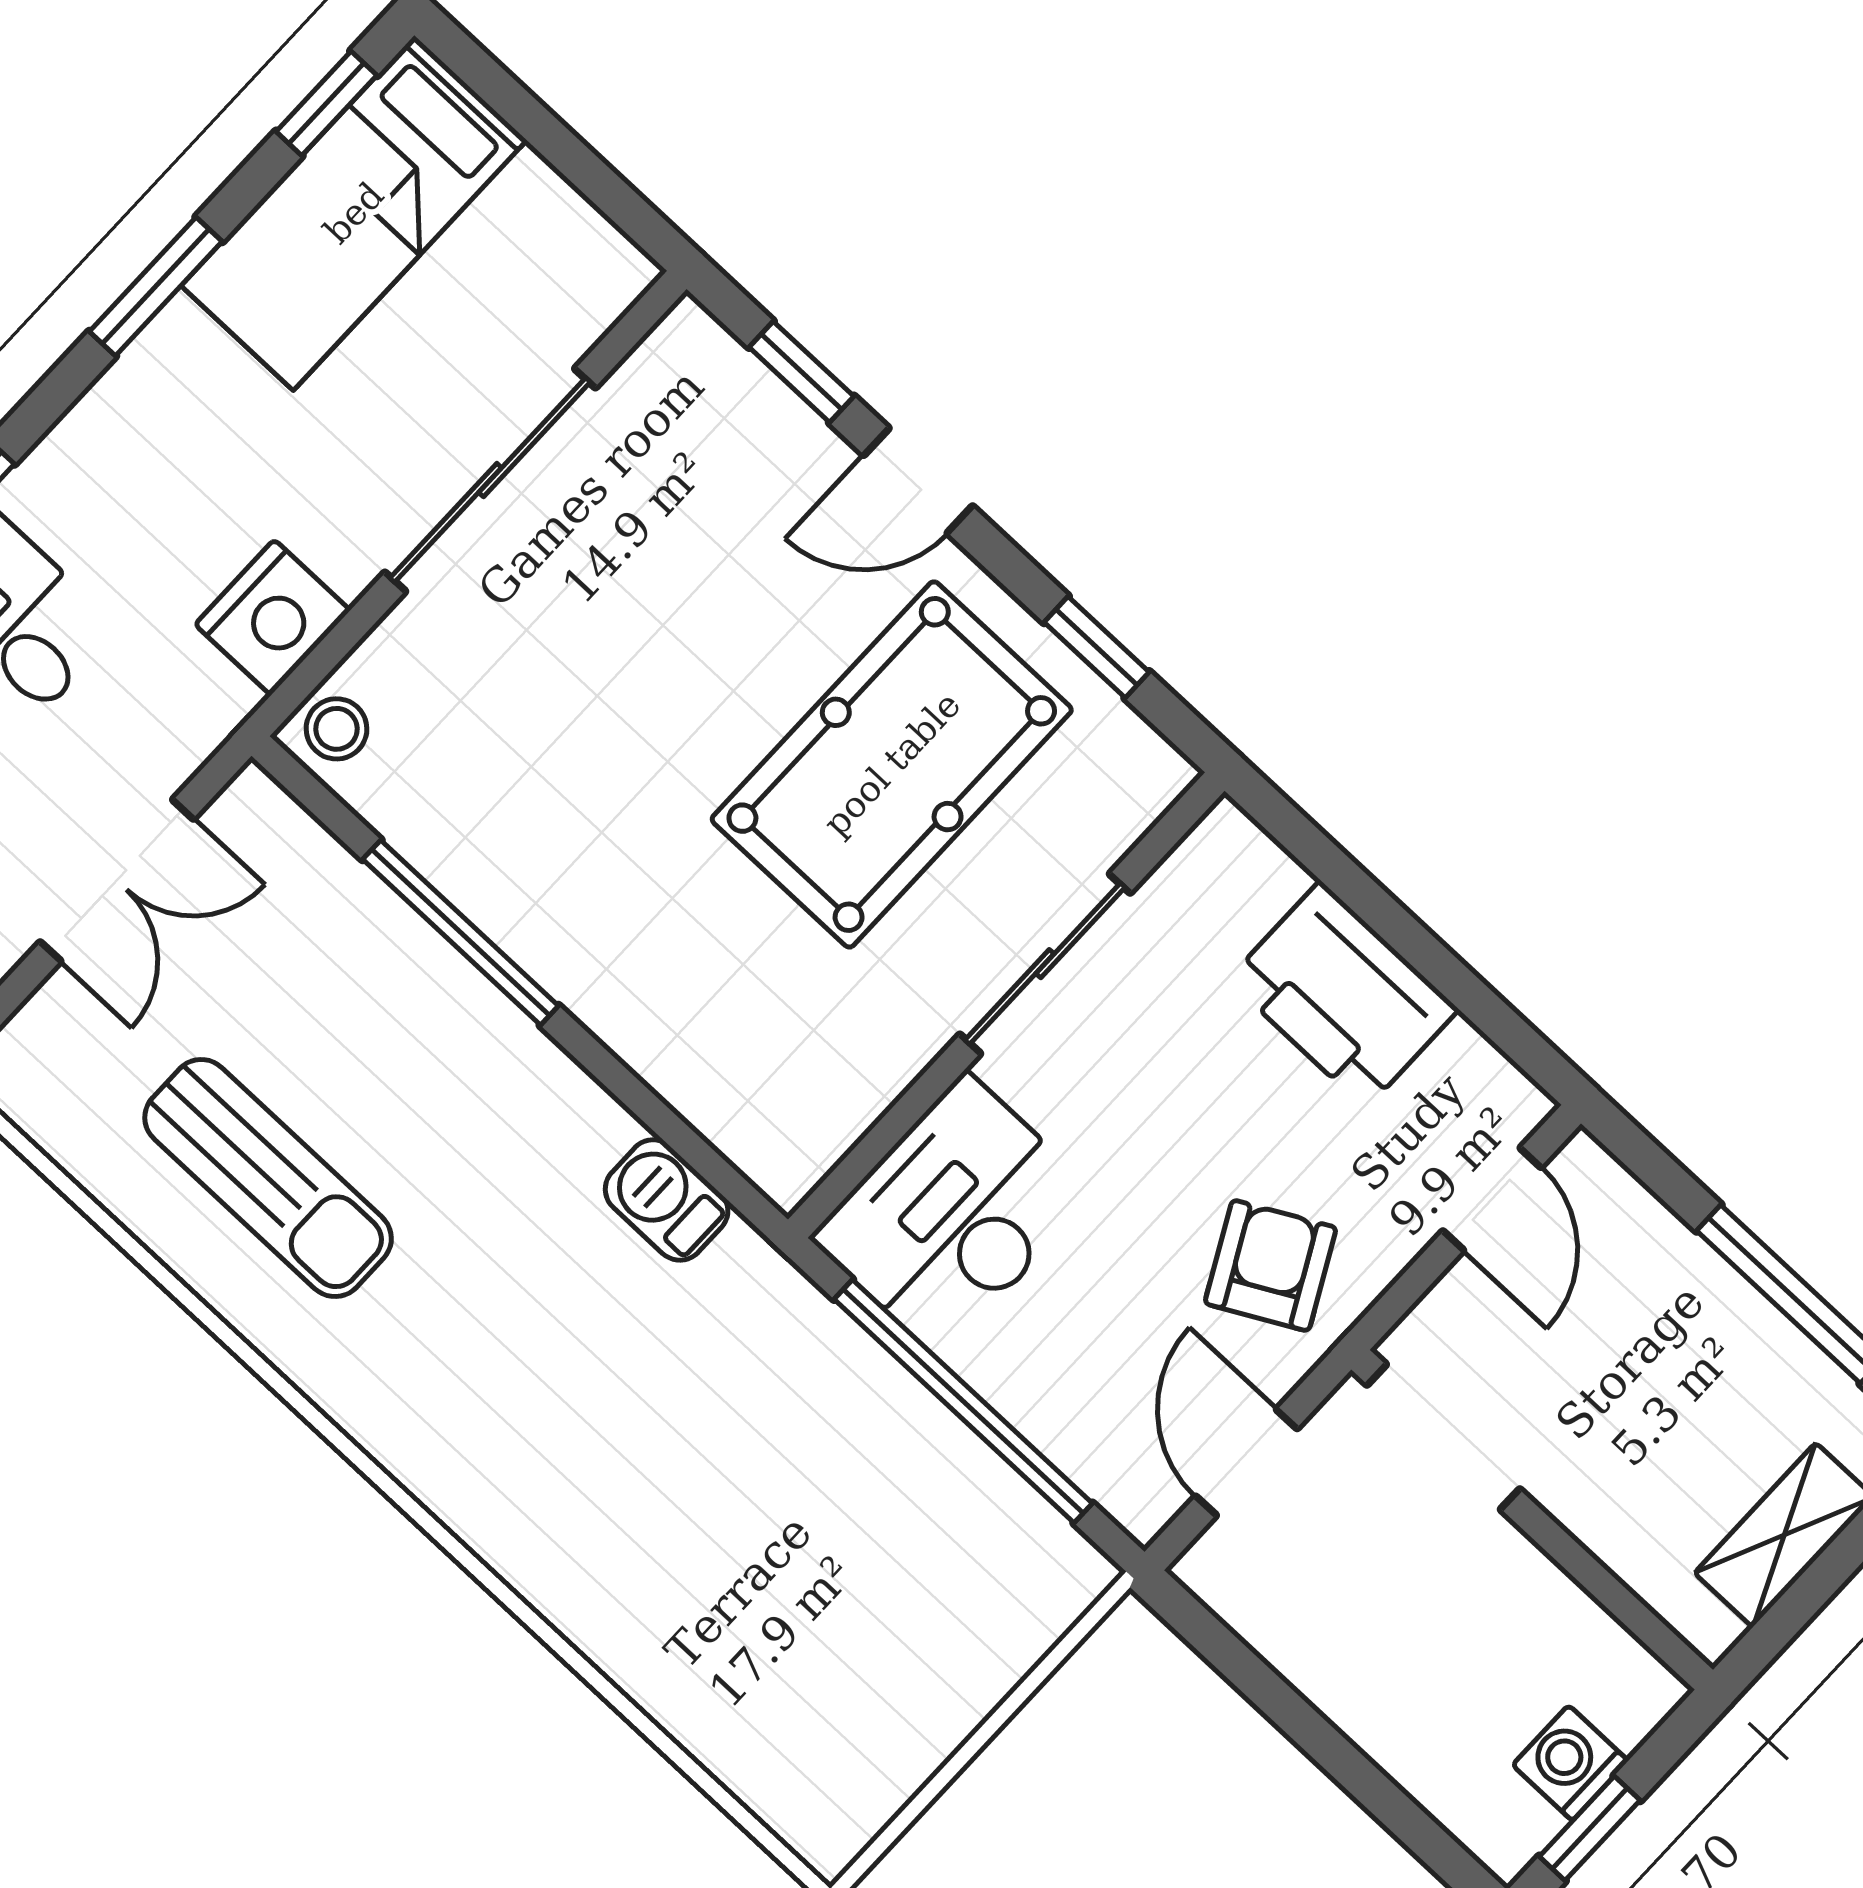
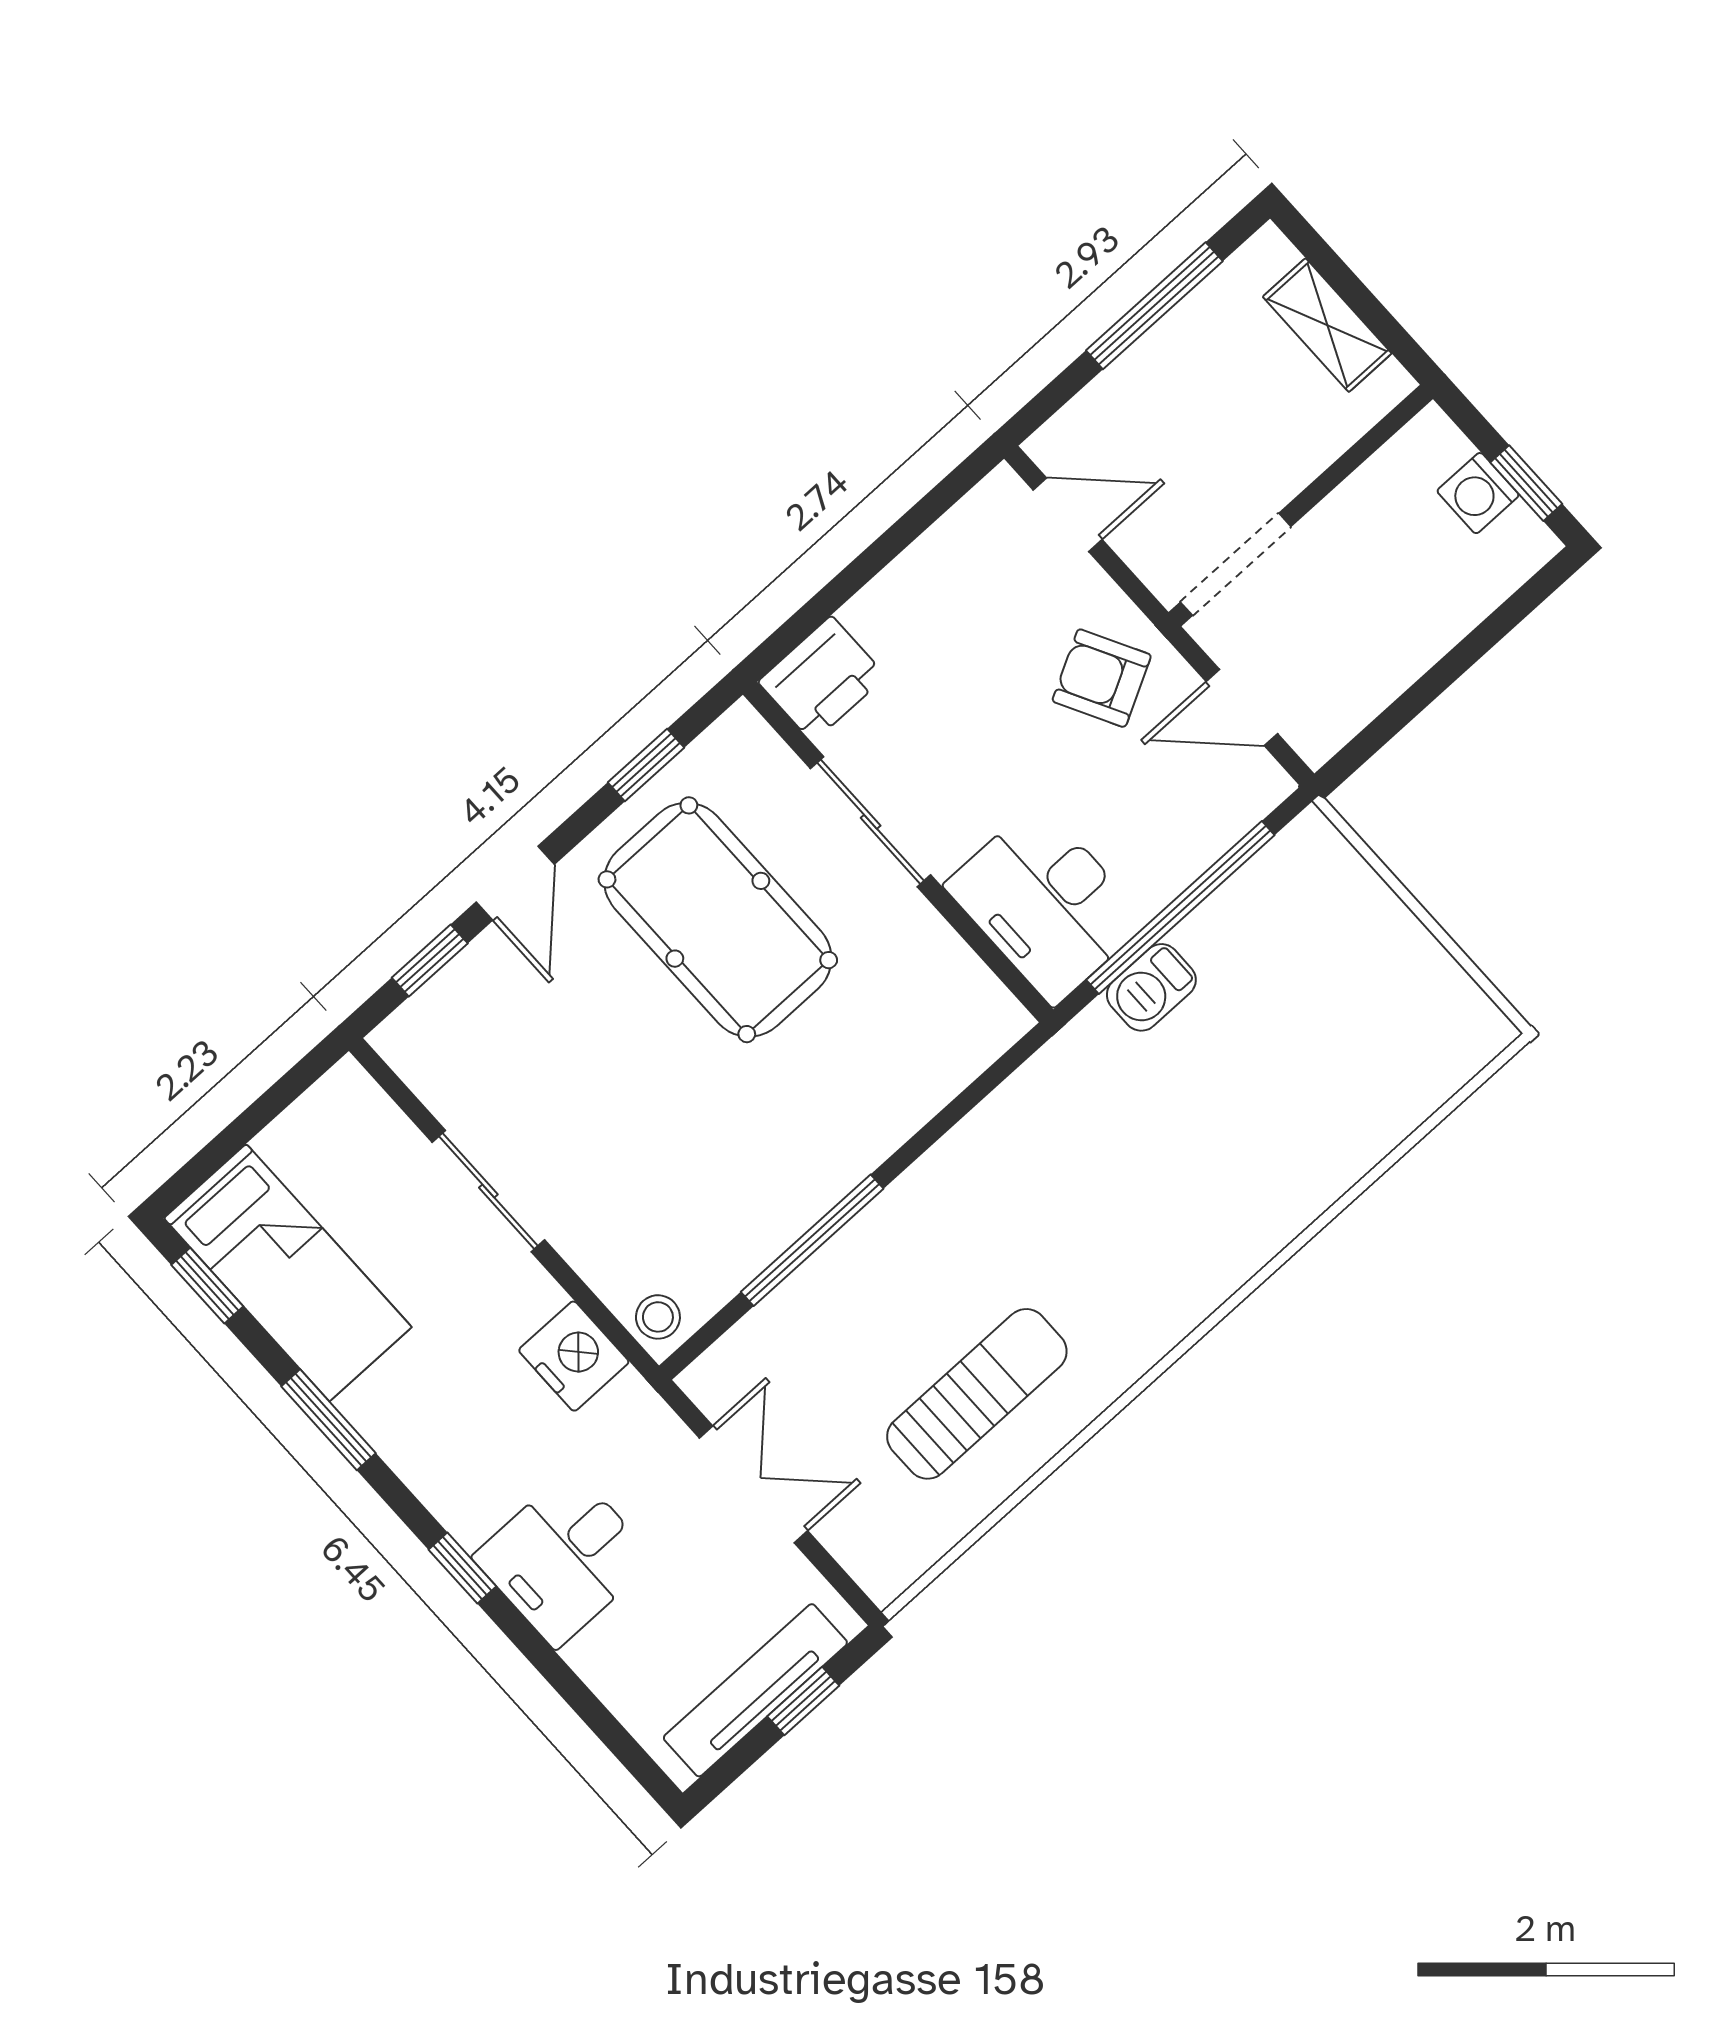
sliding door: (490, 480) -> (488, 1191), width x0.73
printer: (1343, 995) -> (822, 679), moved, width x0.73, depth x0.84
barbecue: (667, 1200) -> (1151, 987), moved

